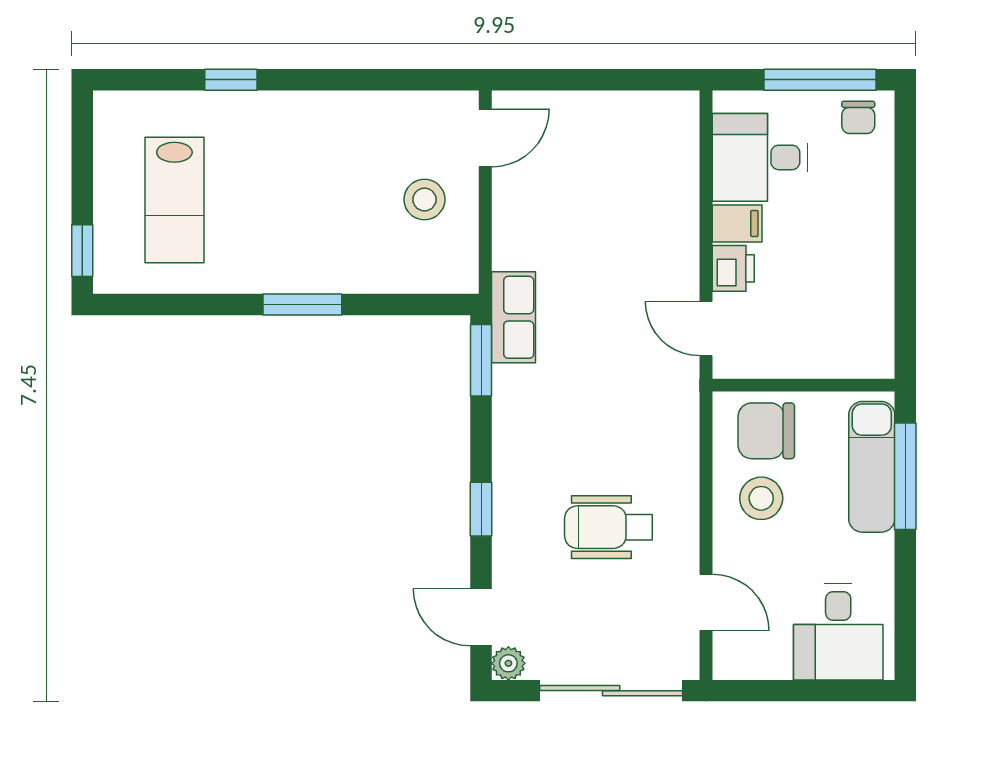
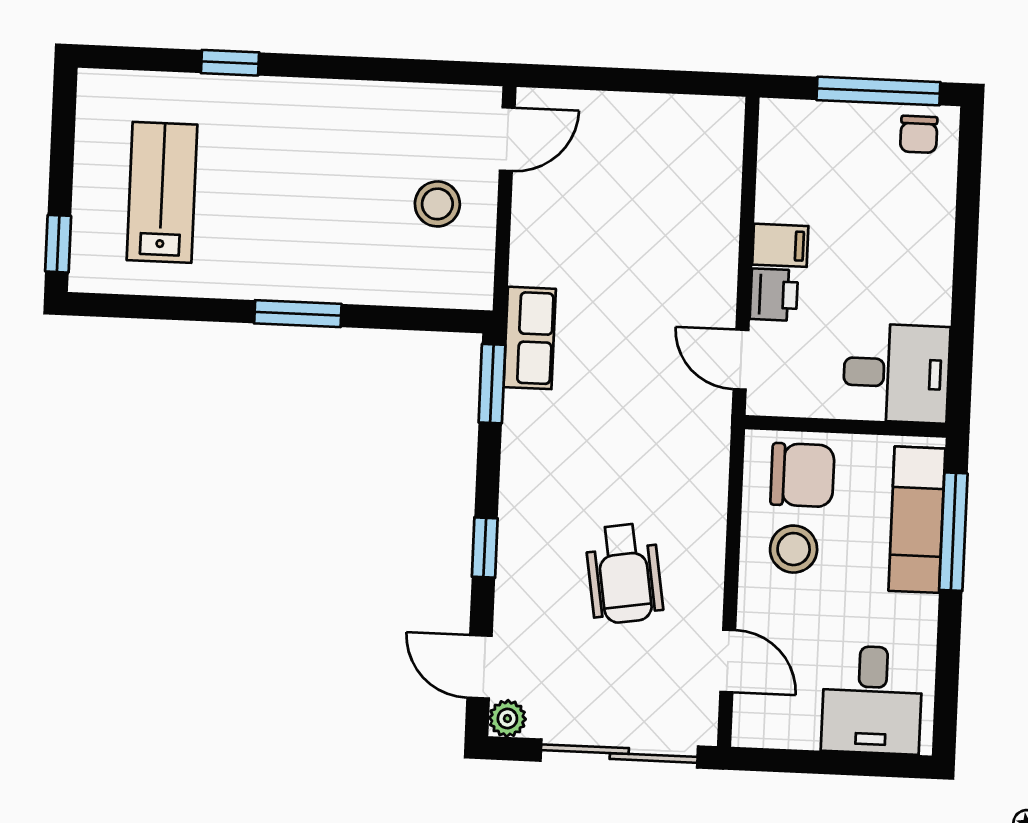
desk: (760, 157) -> (896, 373), moved, turned 180
lab bench: (174, 200) -> (162, 192), turned 180
chair: (766, 431) -> (802, 475), turned 180
wheelchair: (608, 527) -> (624, 573), turned -99

